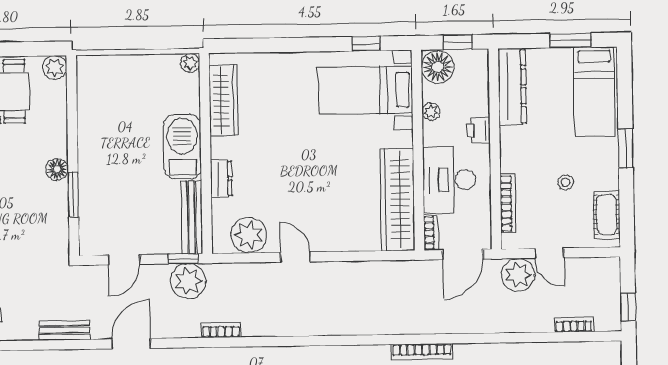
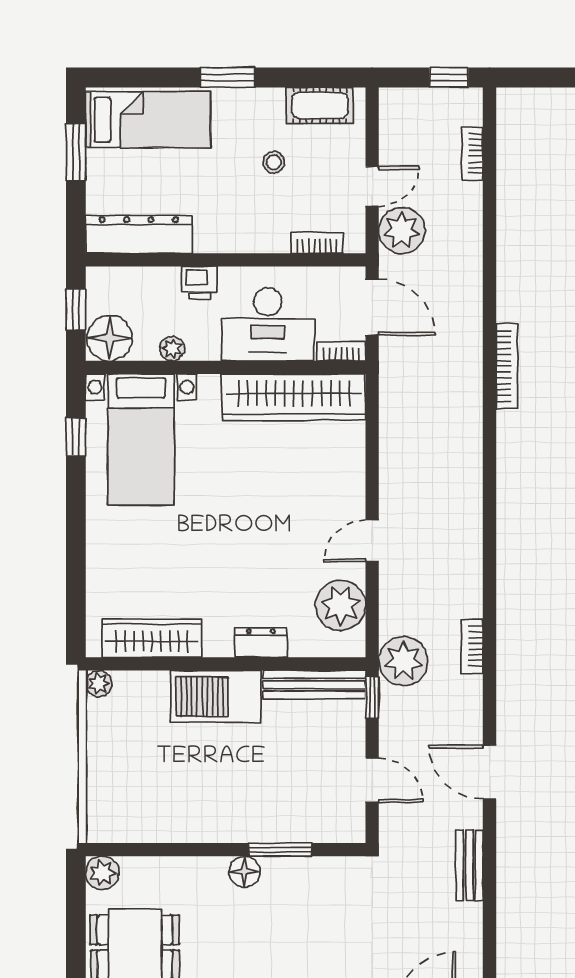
bookcase: (508, 204) -> (317, 243), width x0.64
plant: (188, 281) -> (403, 661), moved

